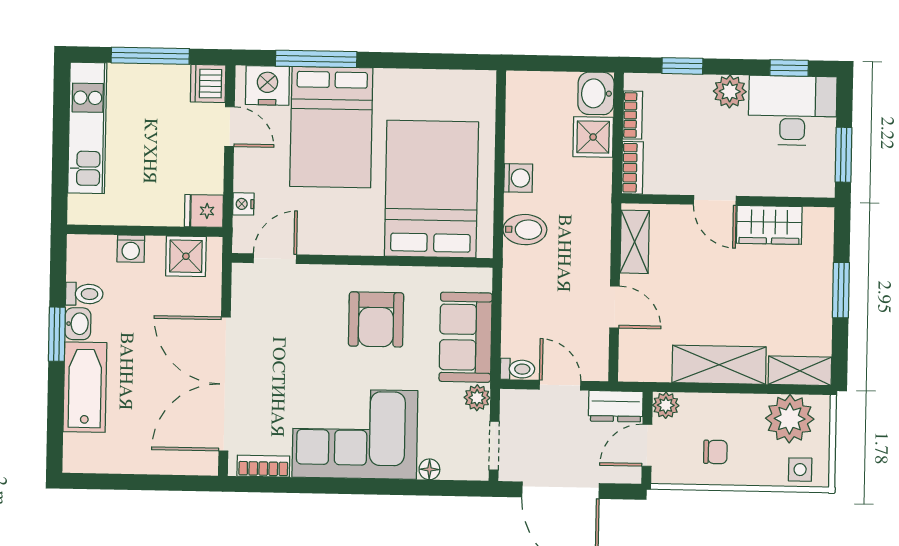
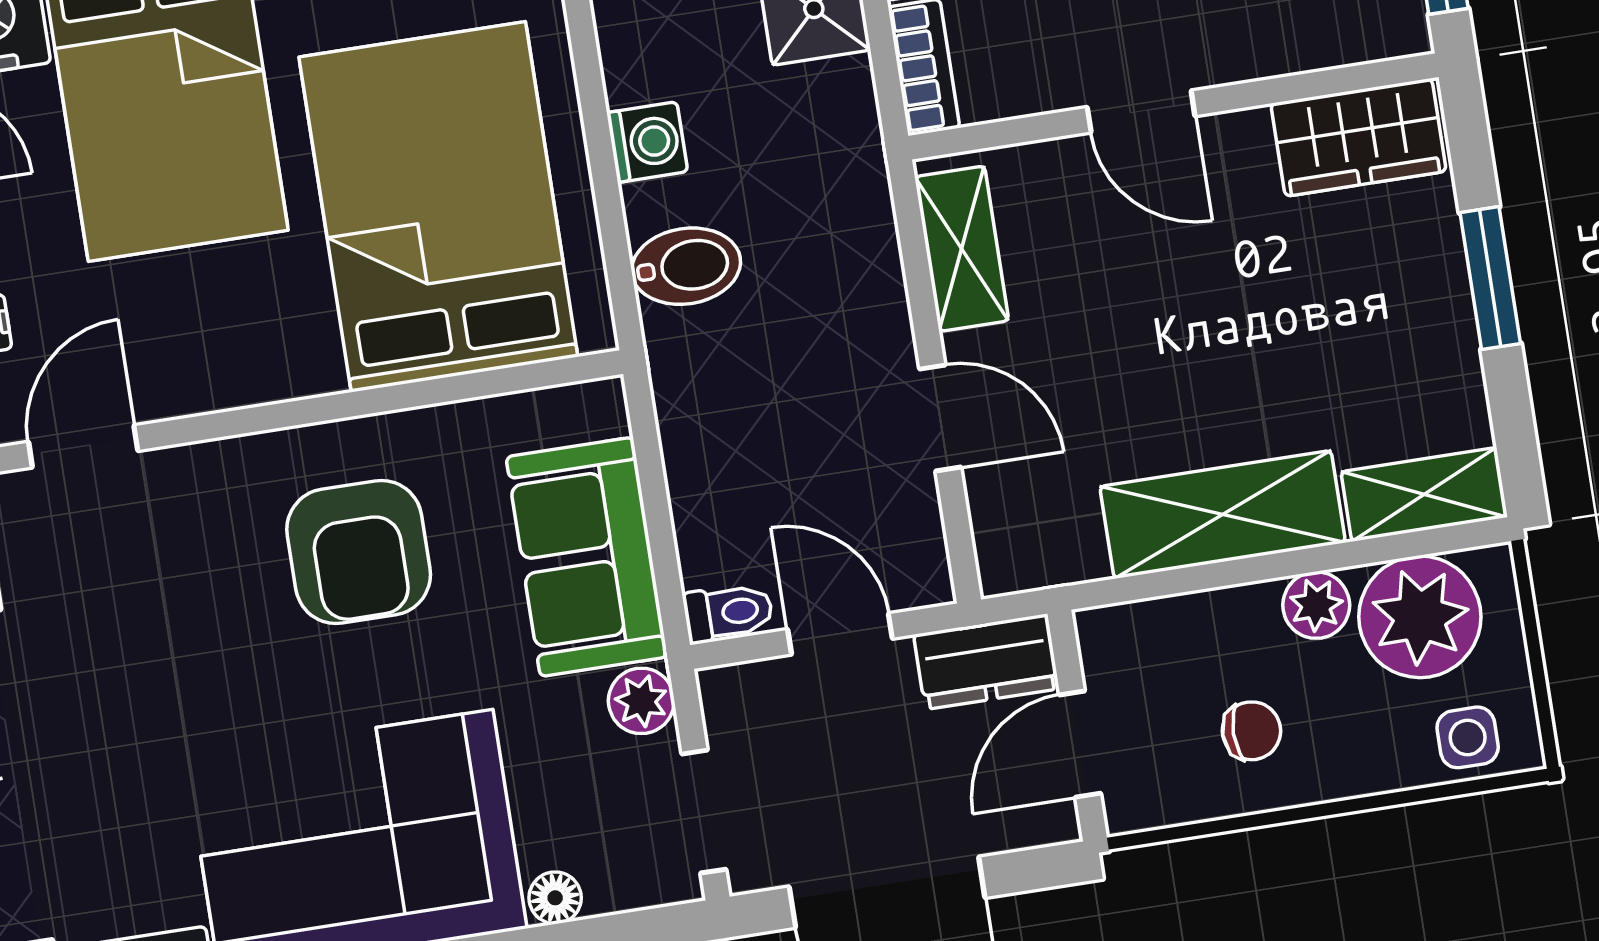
wardrobe: (769, 225) -> (1358, 137), moved
plant: (666, 405) -> (1316, 605), moved

